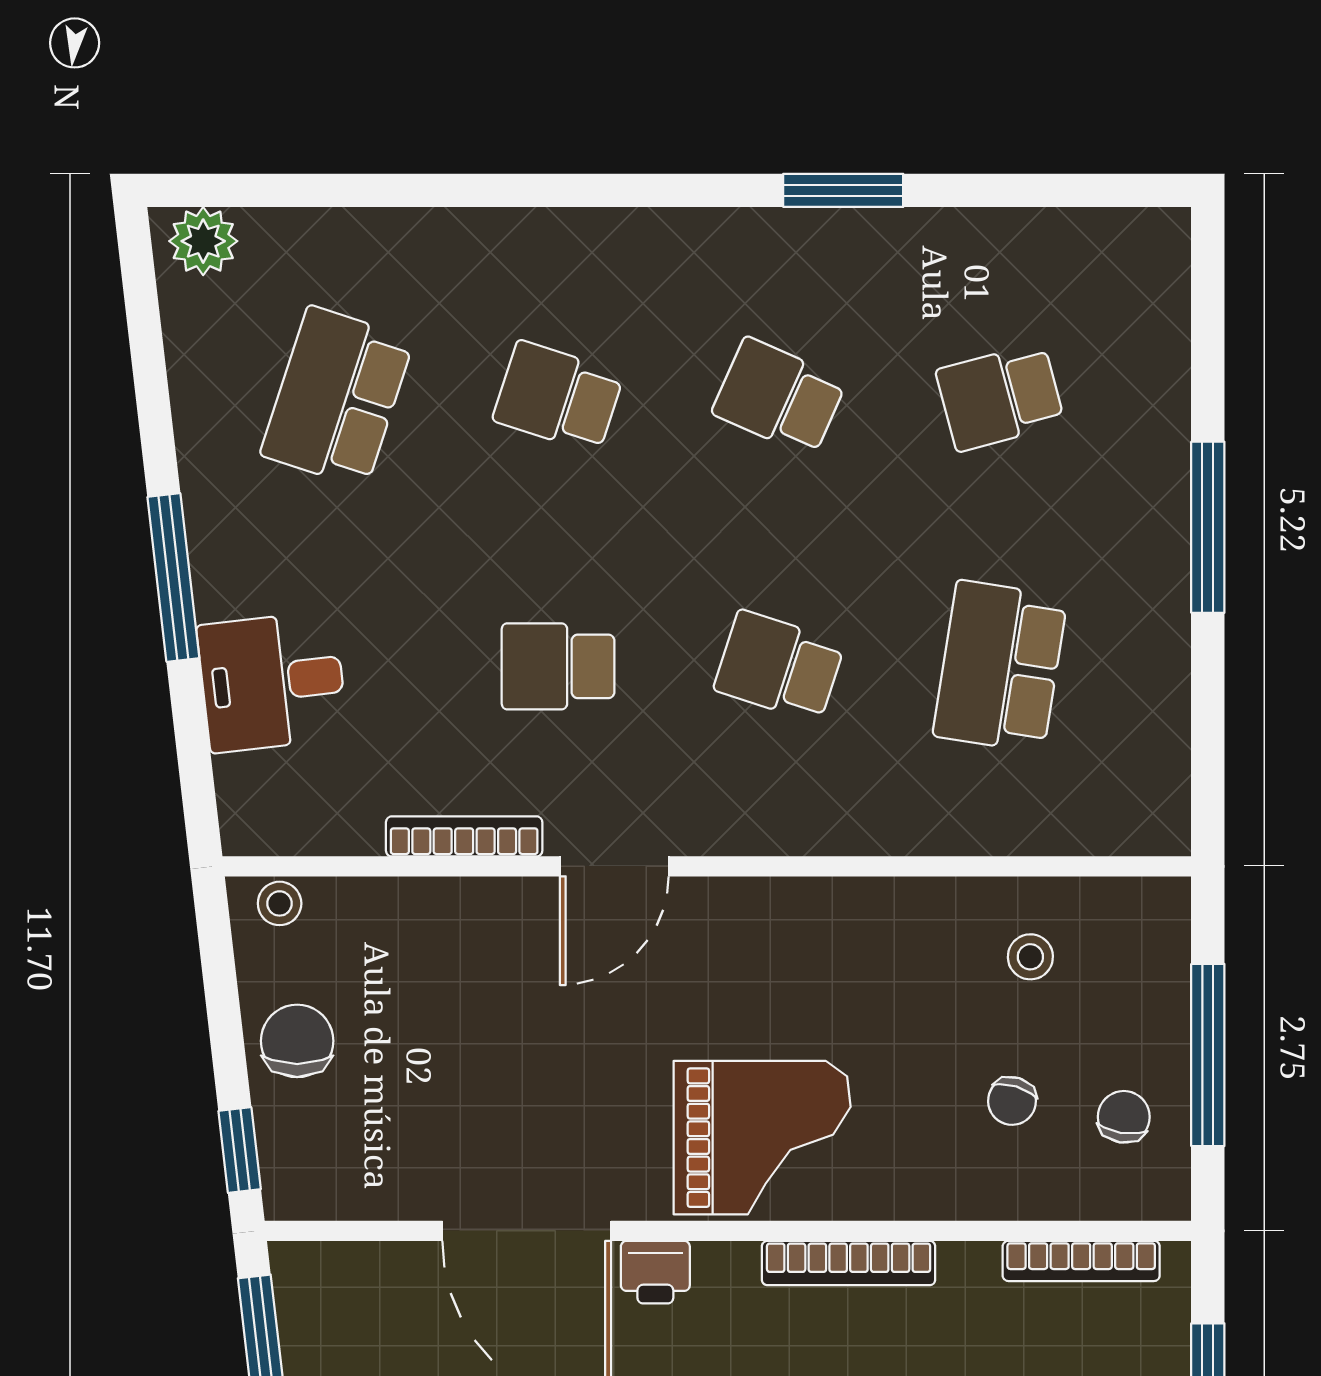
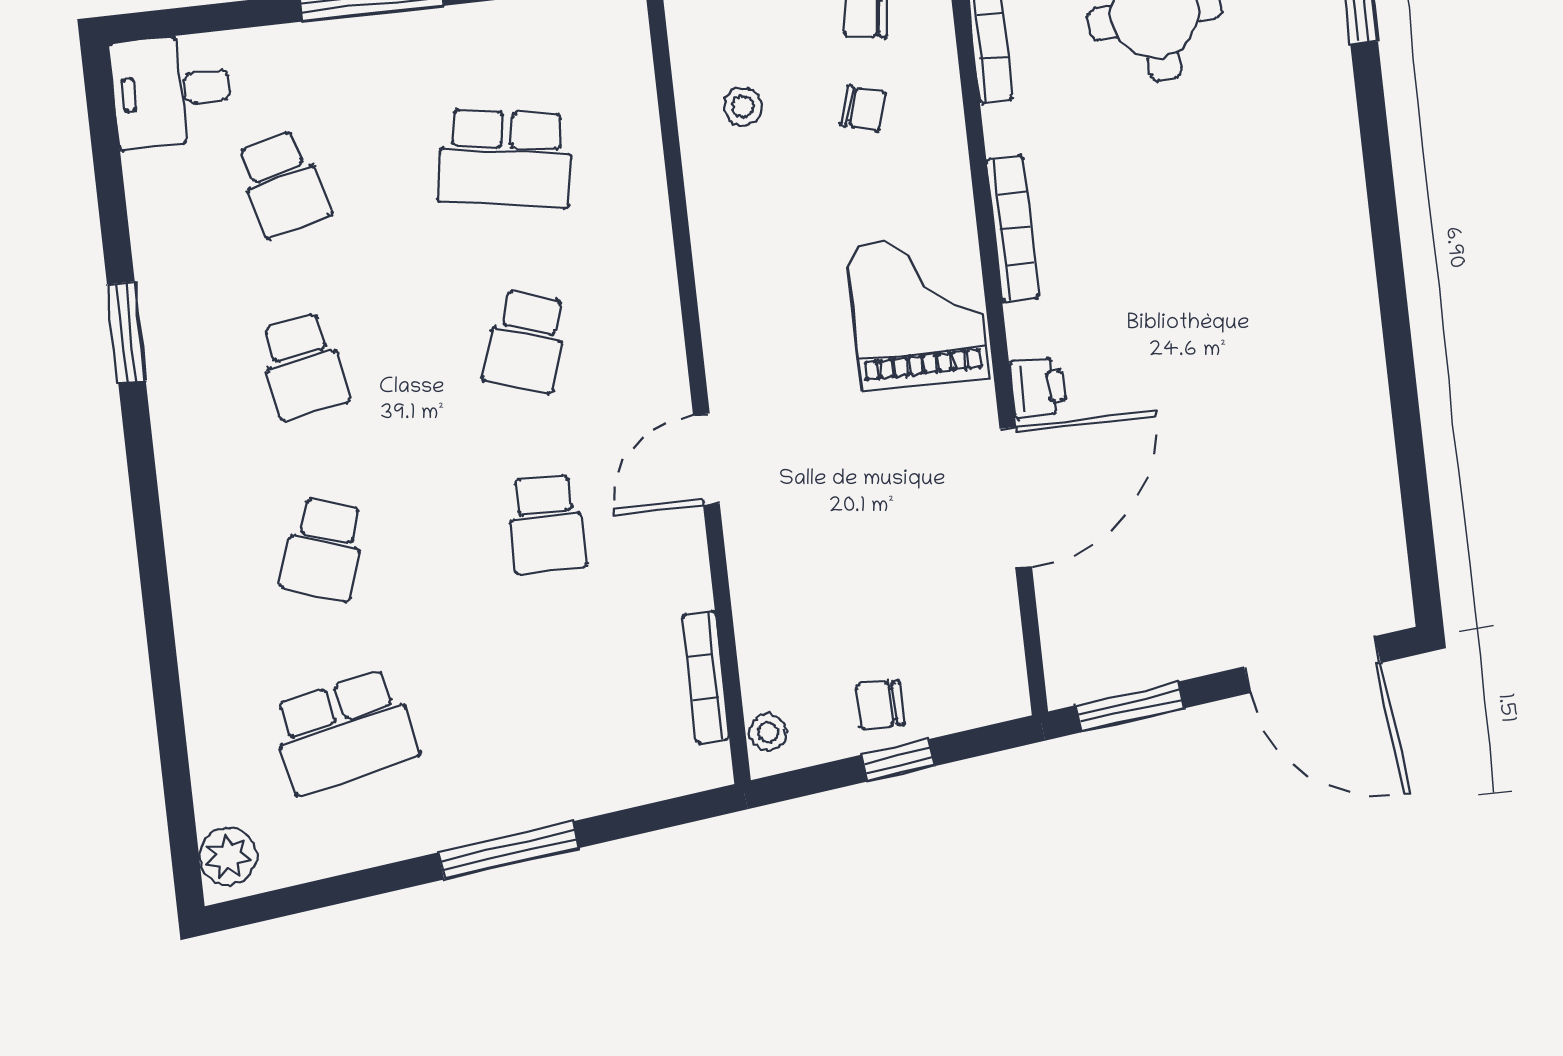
school desk: (337, 397) -> (344, 732), turned -30
school desk: (779, 397) -> (303, 366), turned -33
desk: (272, 682) -> (171, 90), moved, turned 97
bookcase: (464, 836) -> (706, 677), moved
door: (614, 866) -> (706, 459), swing flipped
chair: (297, 1041) -> (880, 705), width x0.73, depth x0.73
window: (240, 1150) -> (898, 760), moved

